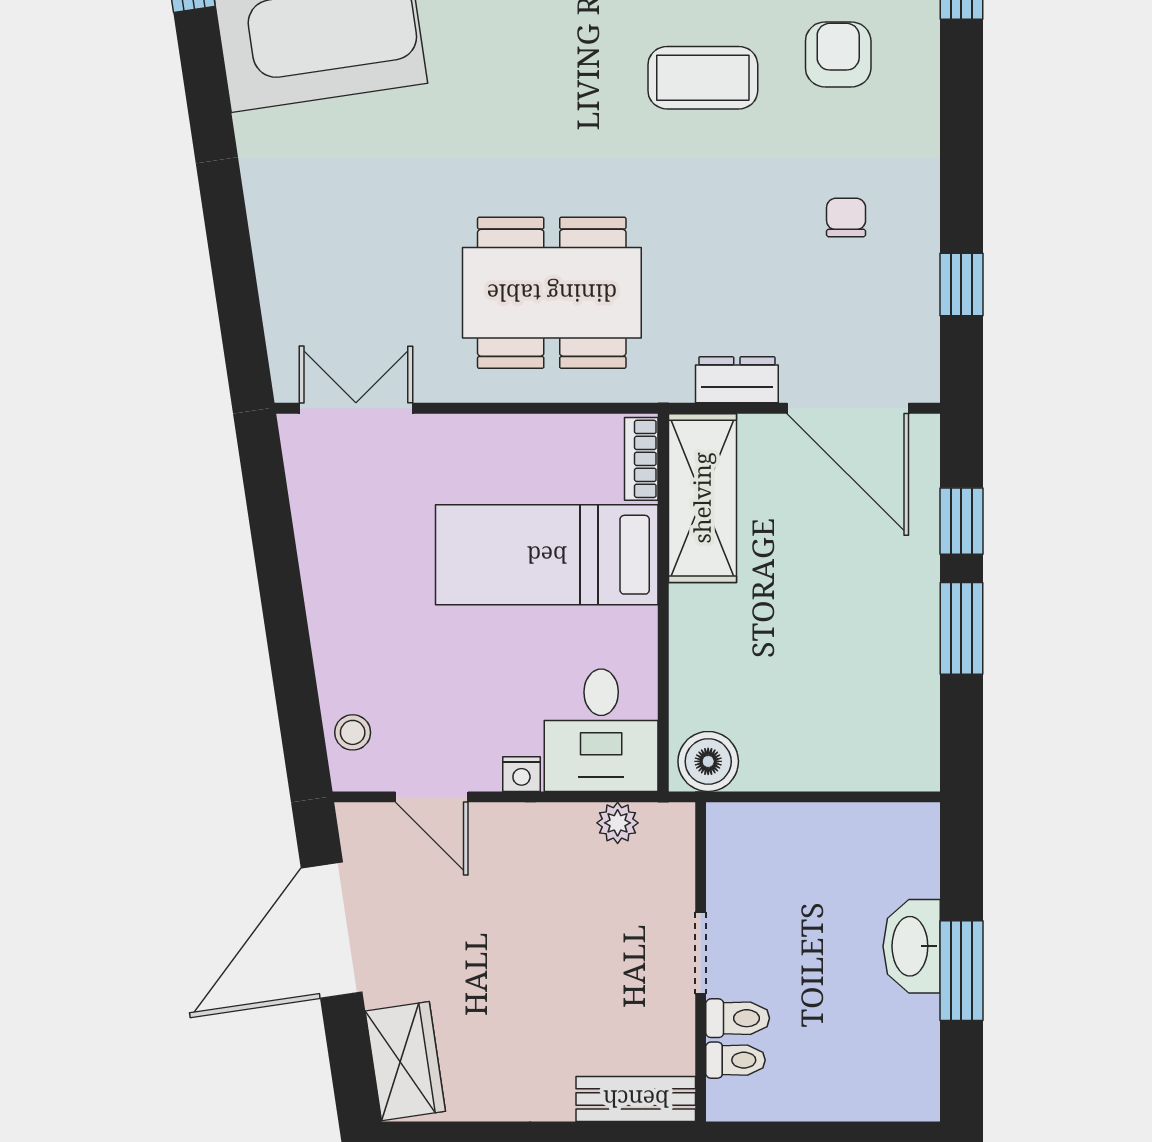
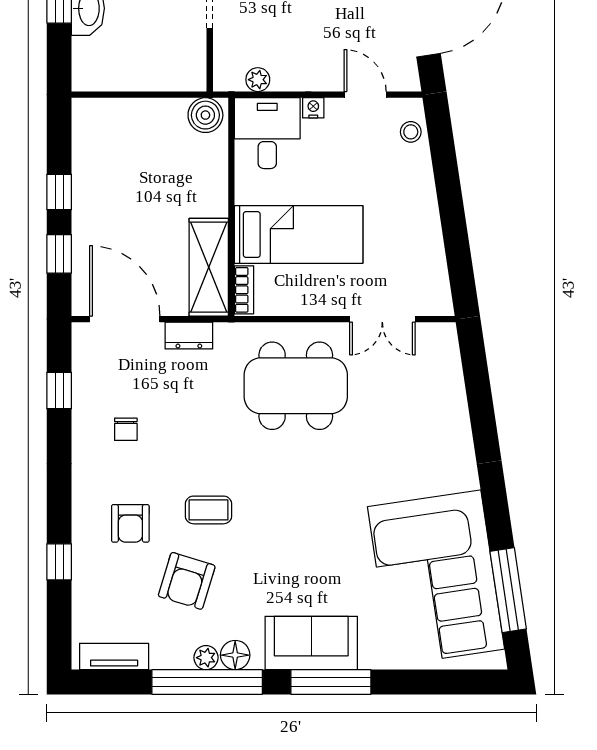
coffee table: (703, 78) -> (209, 510), width x0.73, depth x0.77
double door: (356, 408) -> (382, 319), moved
window: (961, 628) -> (59, 192), width x0.67

